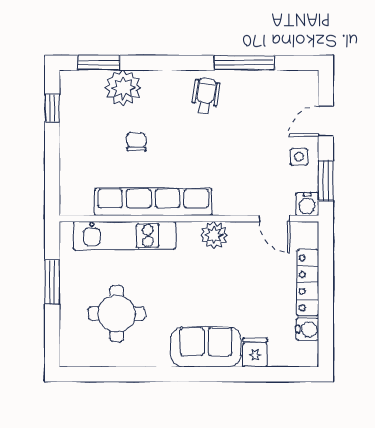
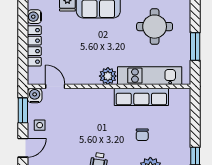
row of seats: (153, 202) -> (141, 97), width x0.73
plant: (214, 235) -> (108, 76), moved

